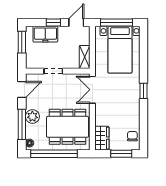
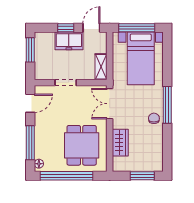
freezer: (45, 34) -> (69, 41), moved
window: (143, 91) -> (167, 105), width x2.17
plant: (32, 117) -> (42, 134), removed
dining table: (68, 127) -> (82, 145), width x0.73
chair: (132, 136) -> (154, 118), moved
wardrobe: (102, 138) -> (120, 143), moved

